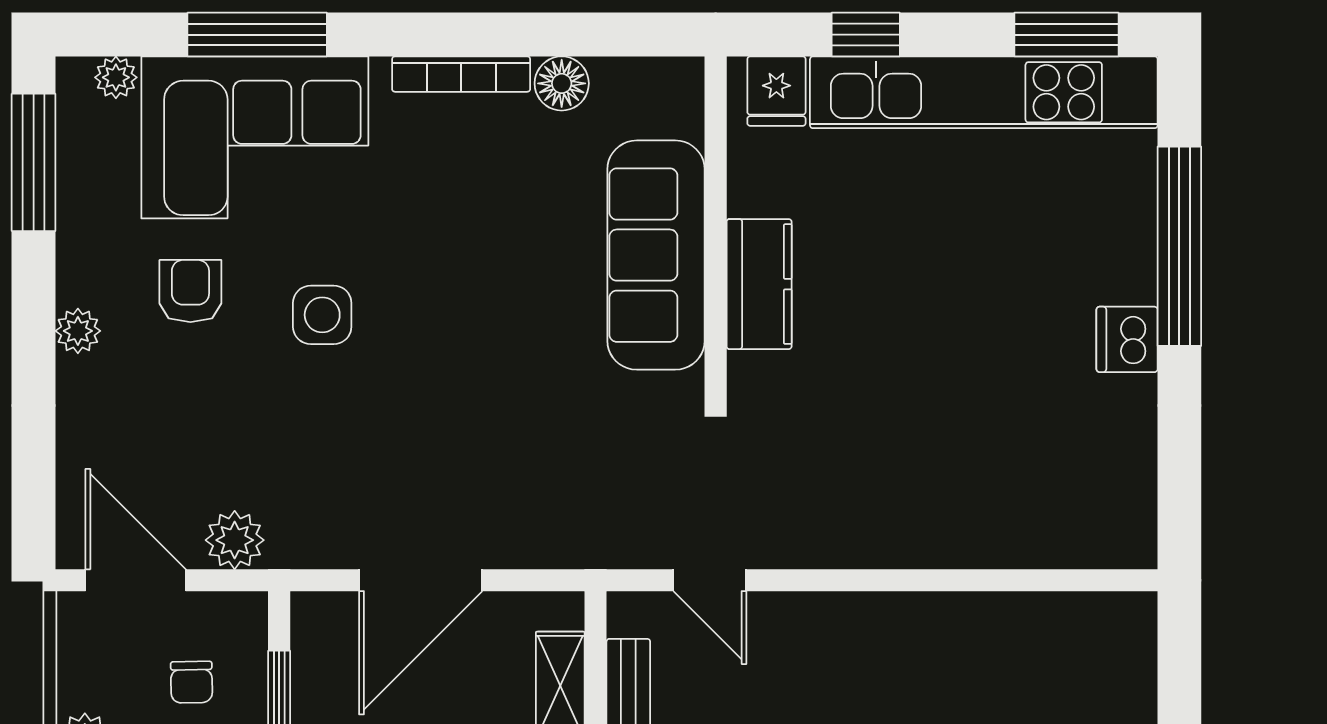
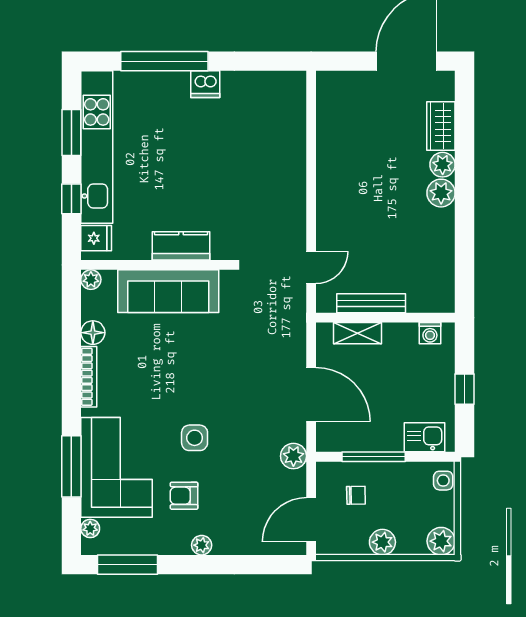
window: (1066, 35) -> (71, 133), moved
plant: (682, 79) -> (91, 280), added
plant: (235, 540) -> (293, 456), moved

